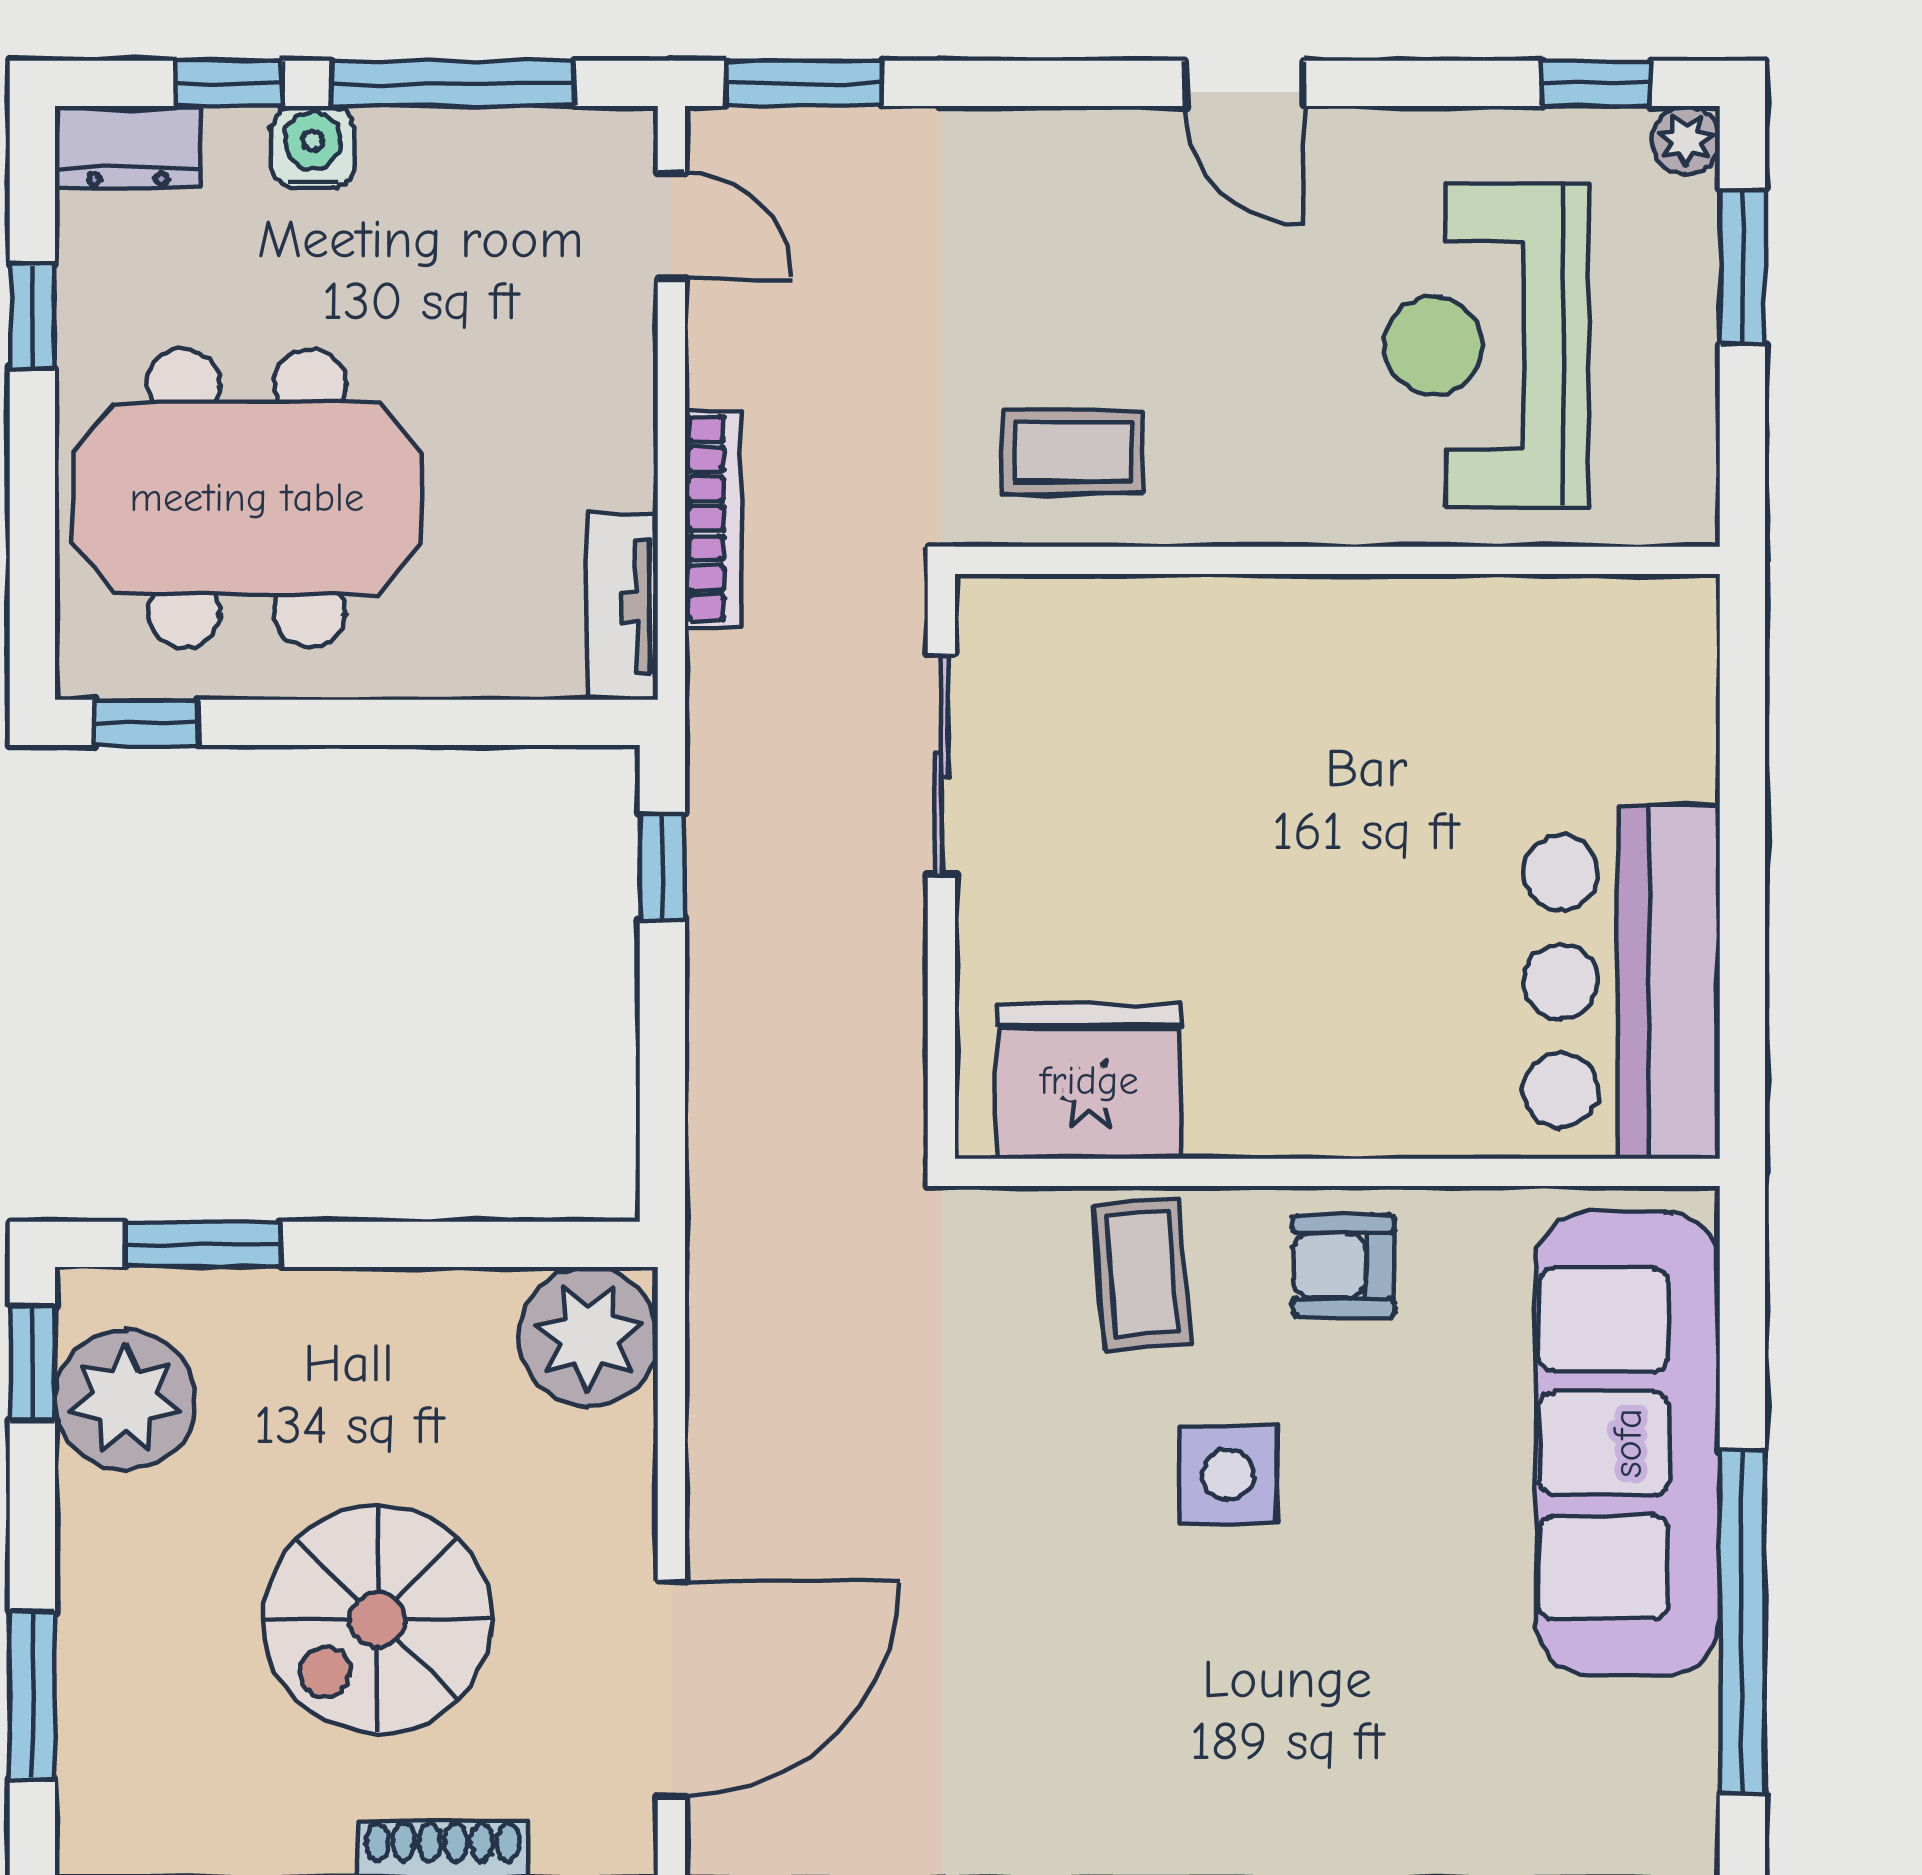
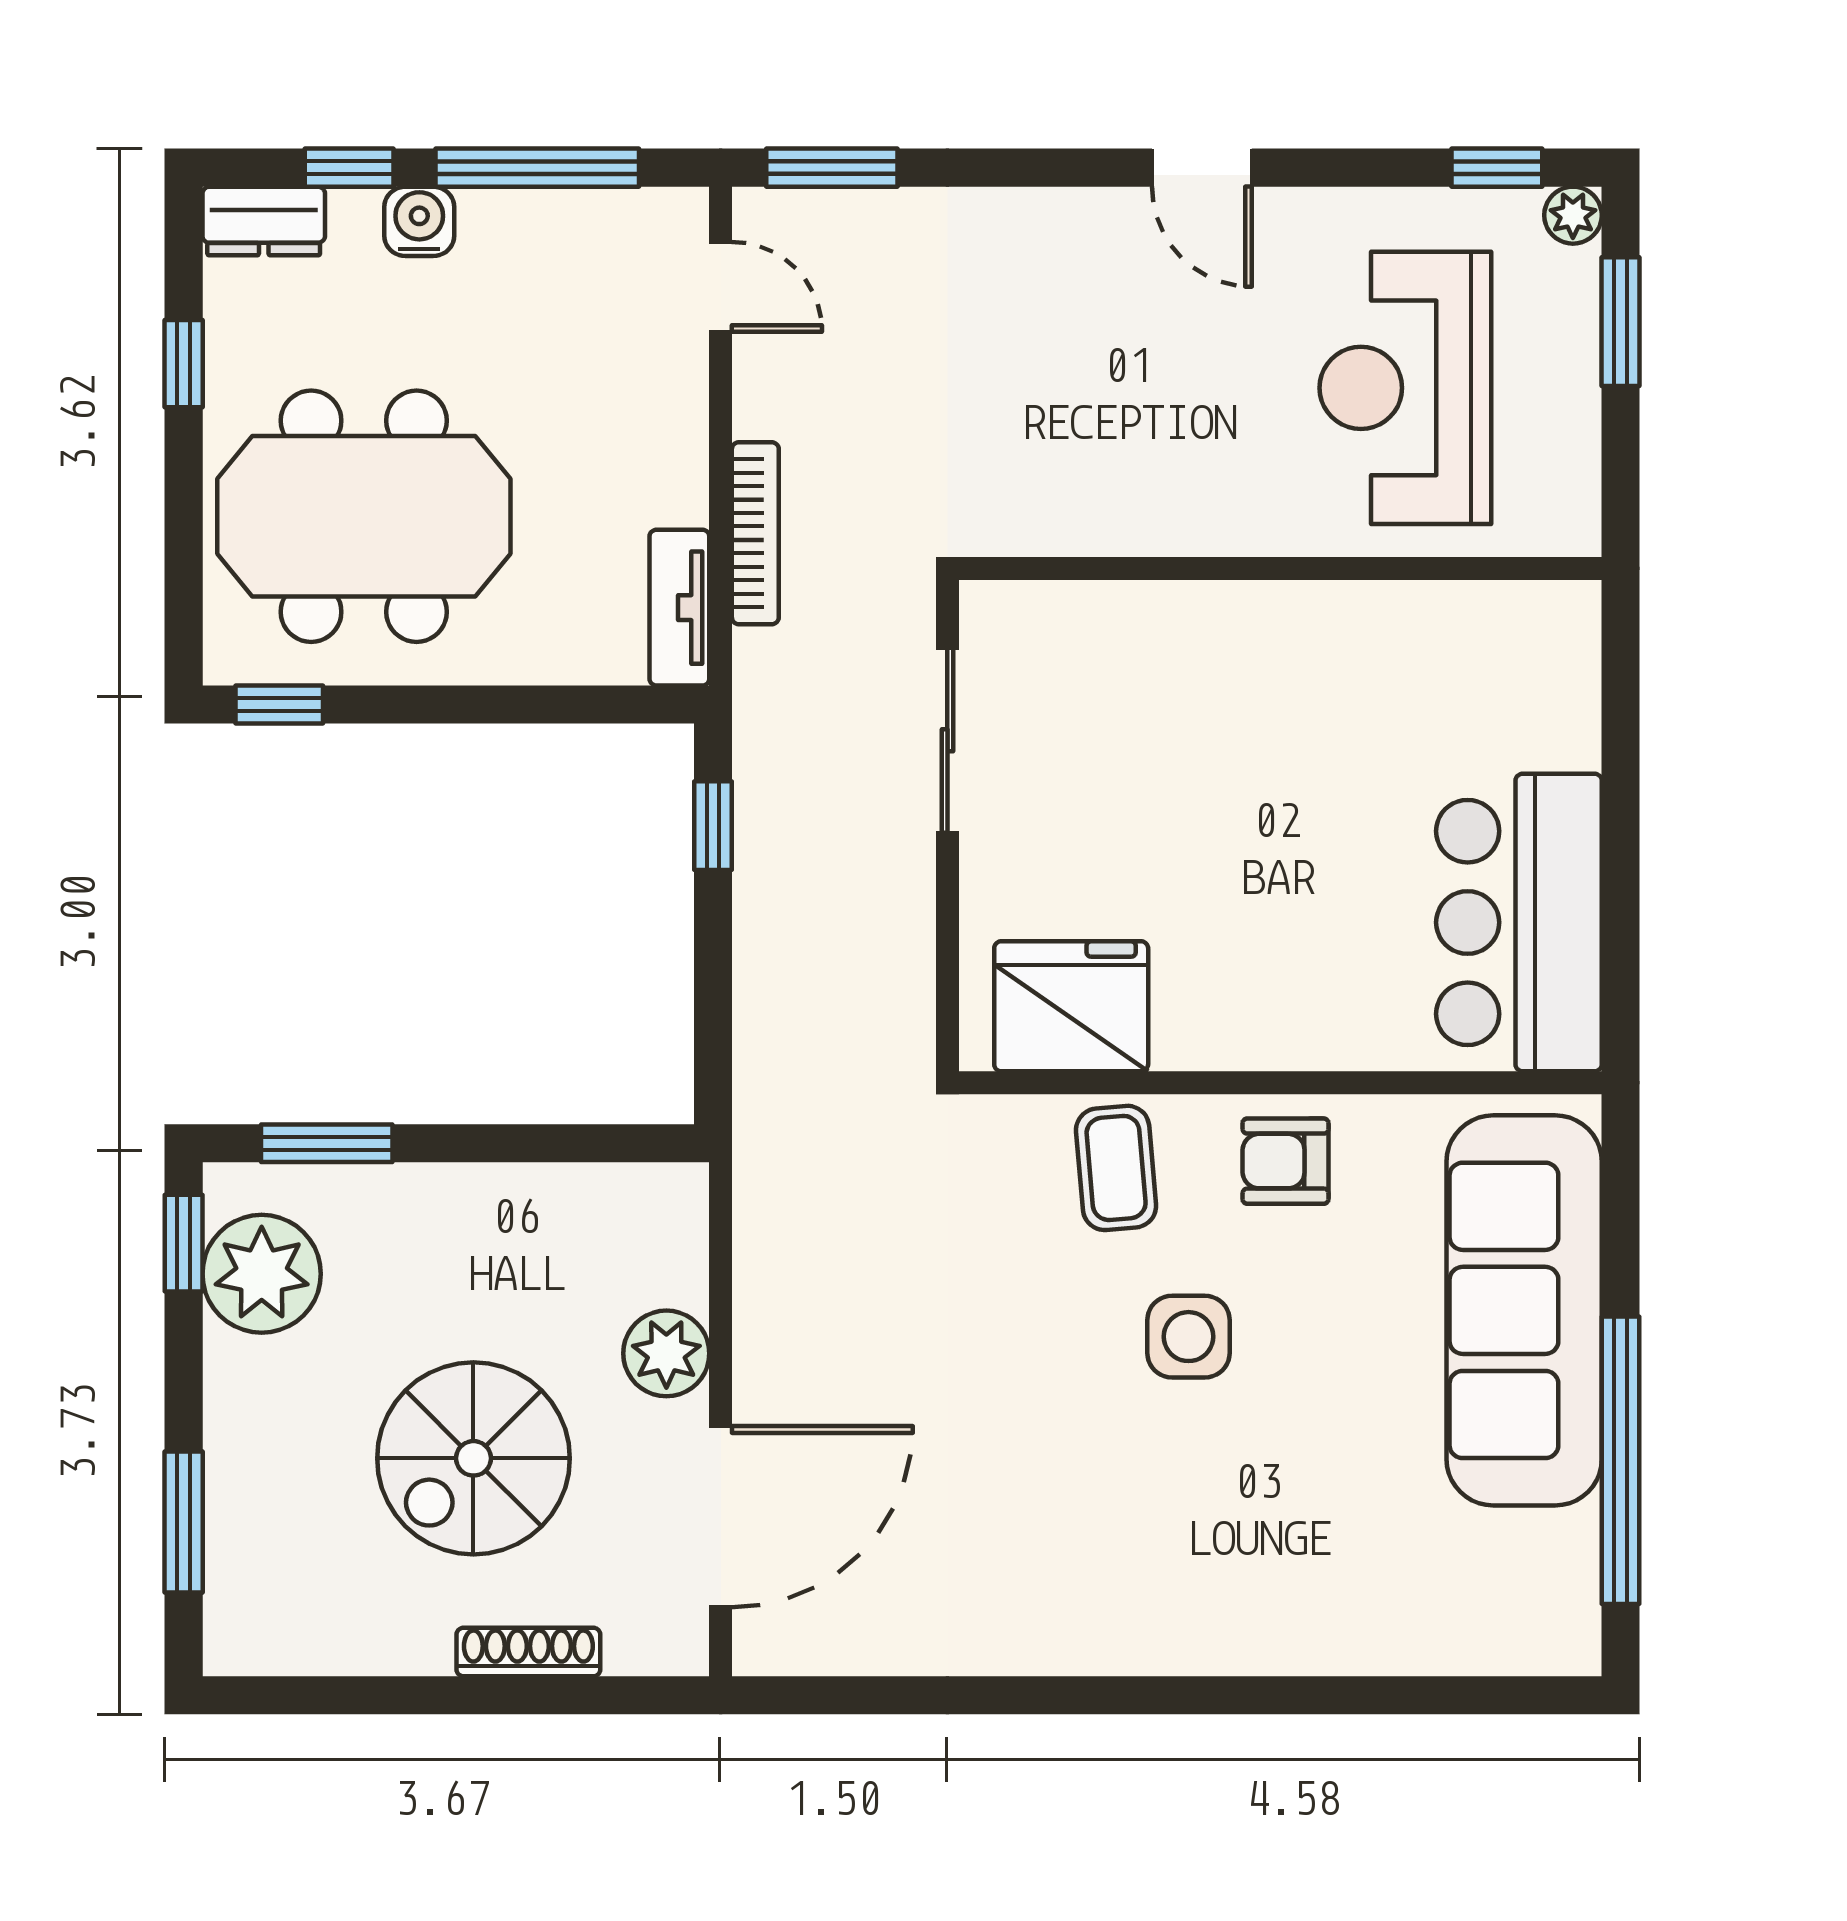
coffee table: (1073, 452) -> (1058, 477), removed
plant: (588, 1337) -> (666, 1353), moved, width x0.73, depth x0.73

